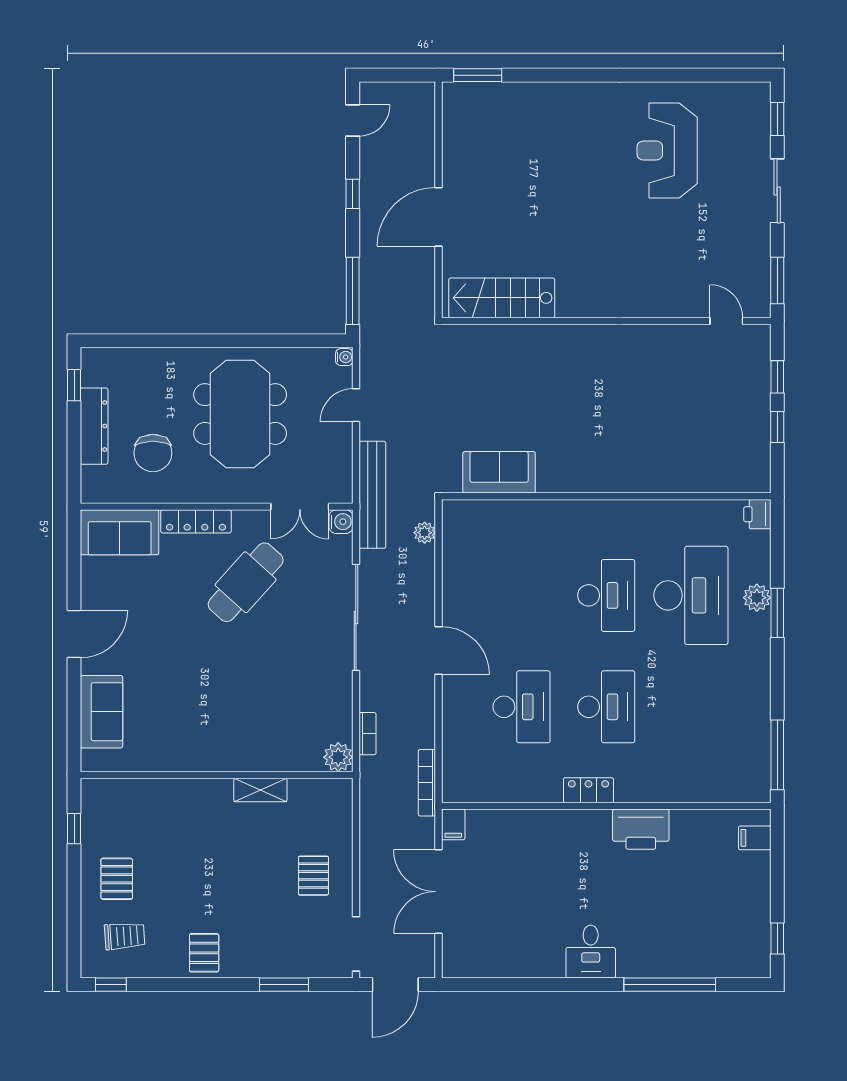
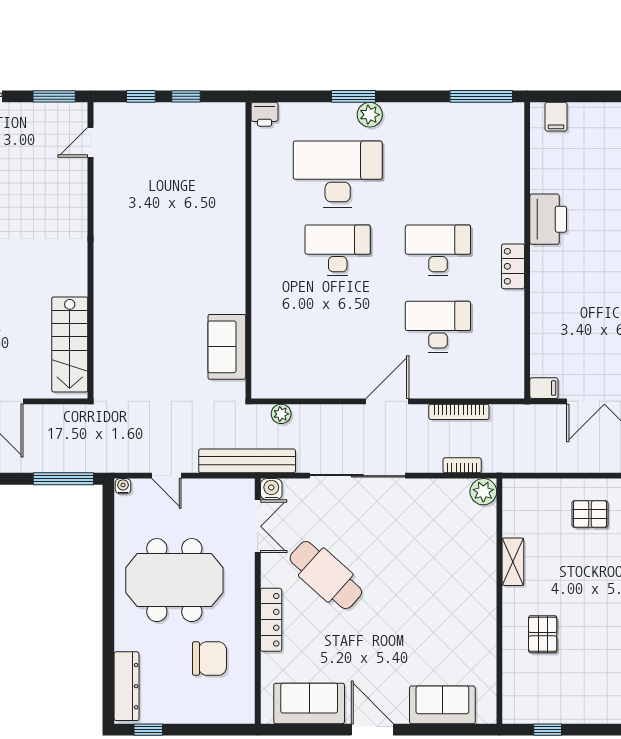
dresser: (94, 426) -> (126, 686), moved, turned 90
sofa: (120, 532) -> (309, 703), moved, turned -90
plant: (757, 598) -> (370, 115), moved
bookcase: (427, 783) -> (459, 412), moved
pallet: (117, 879) -> (543, 634), moved, turned 90

